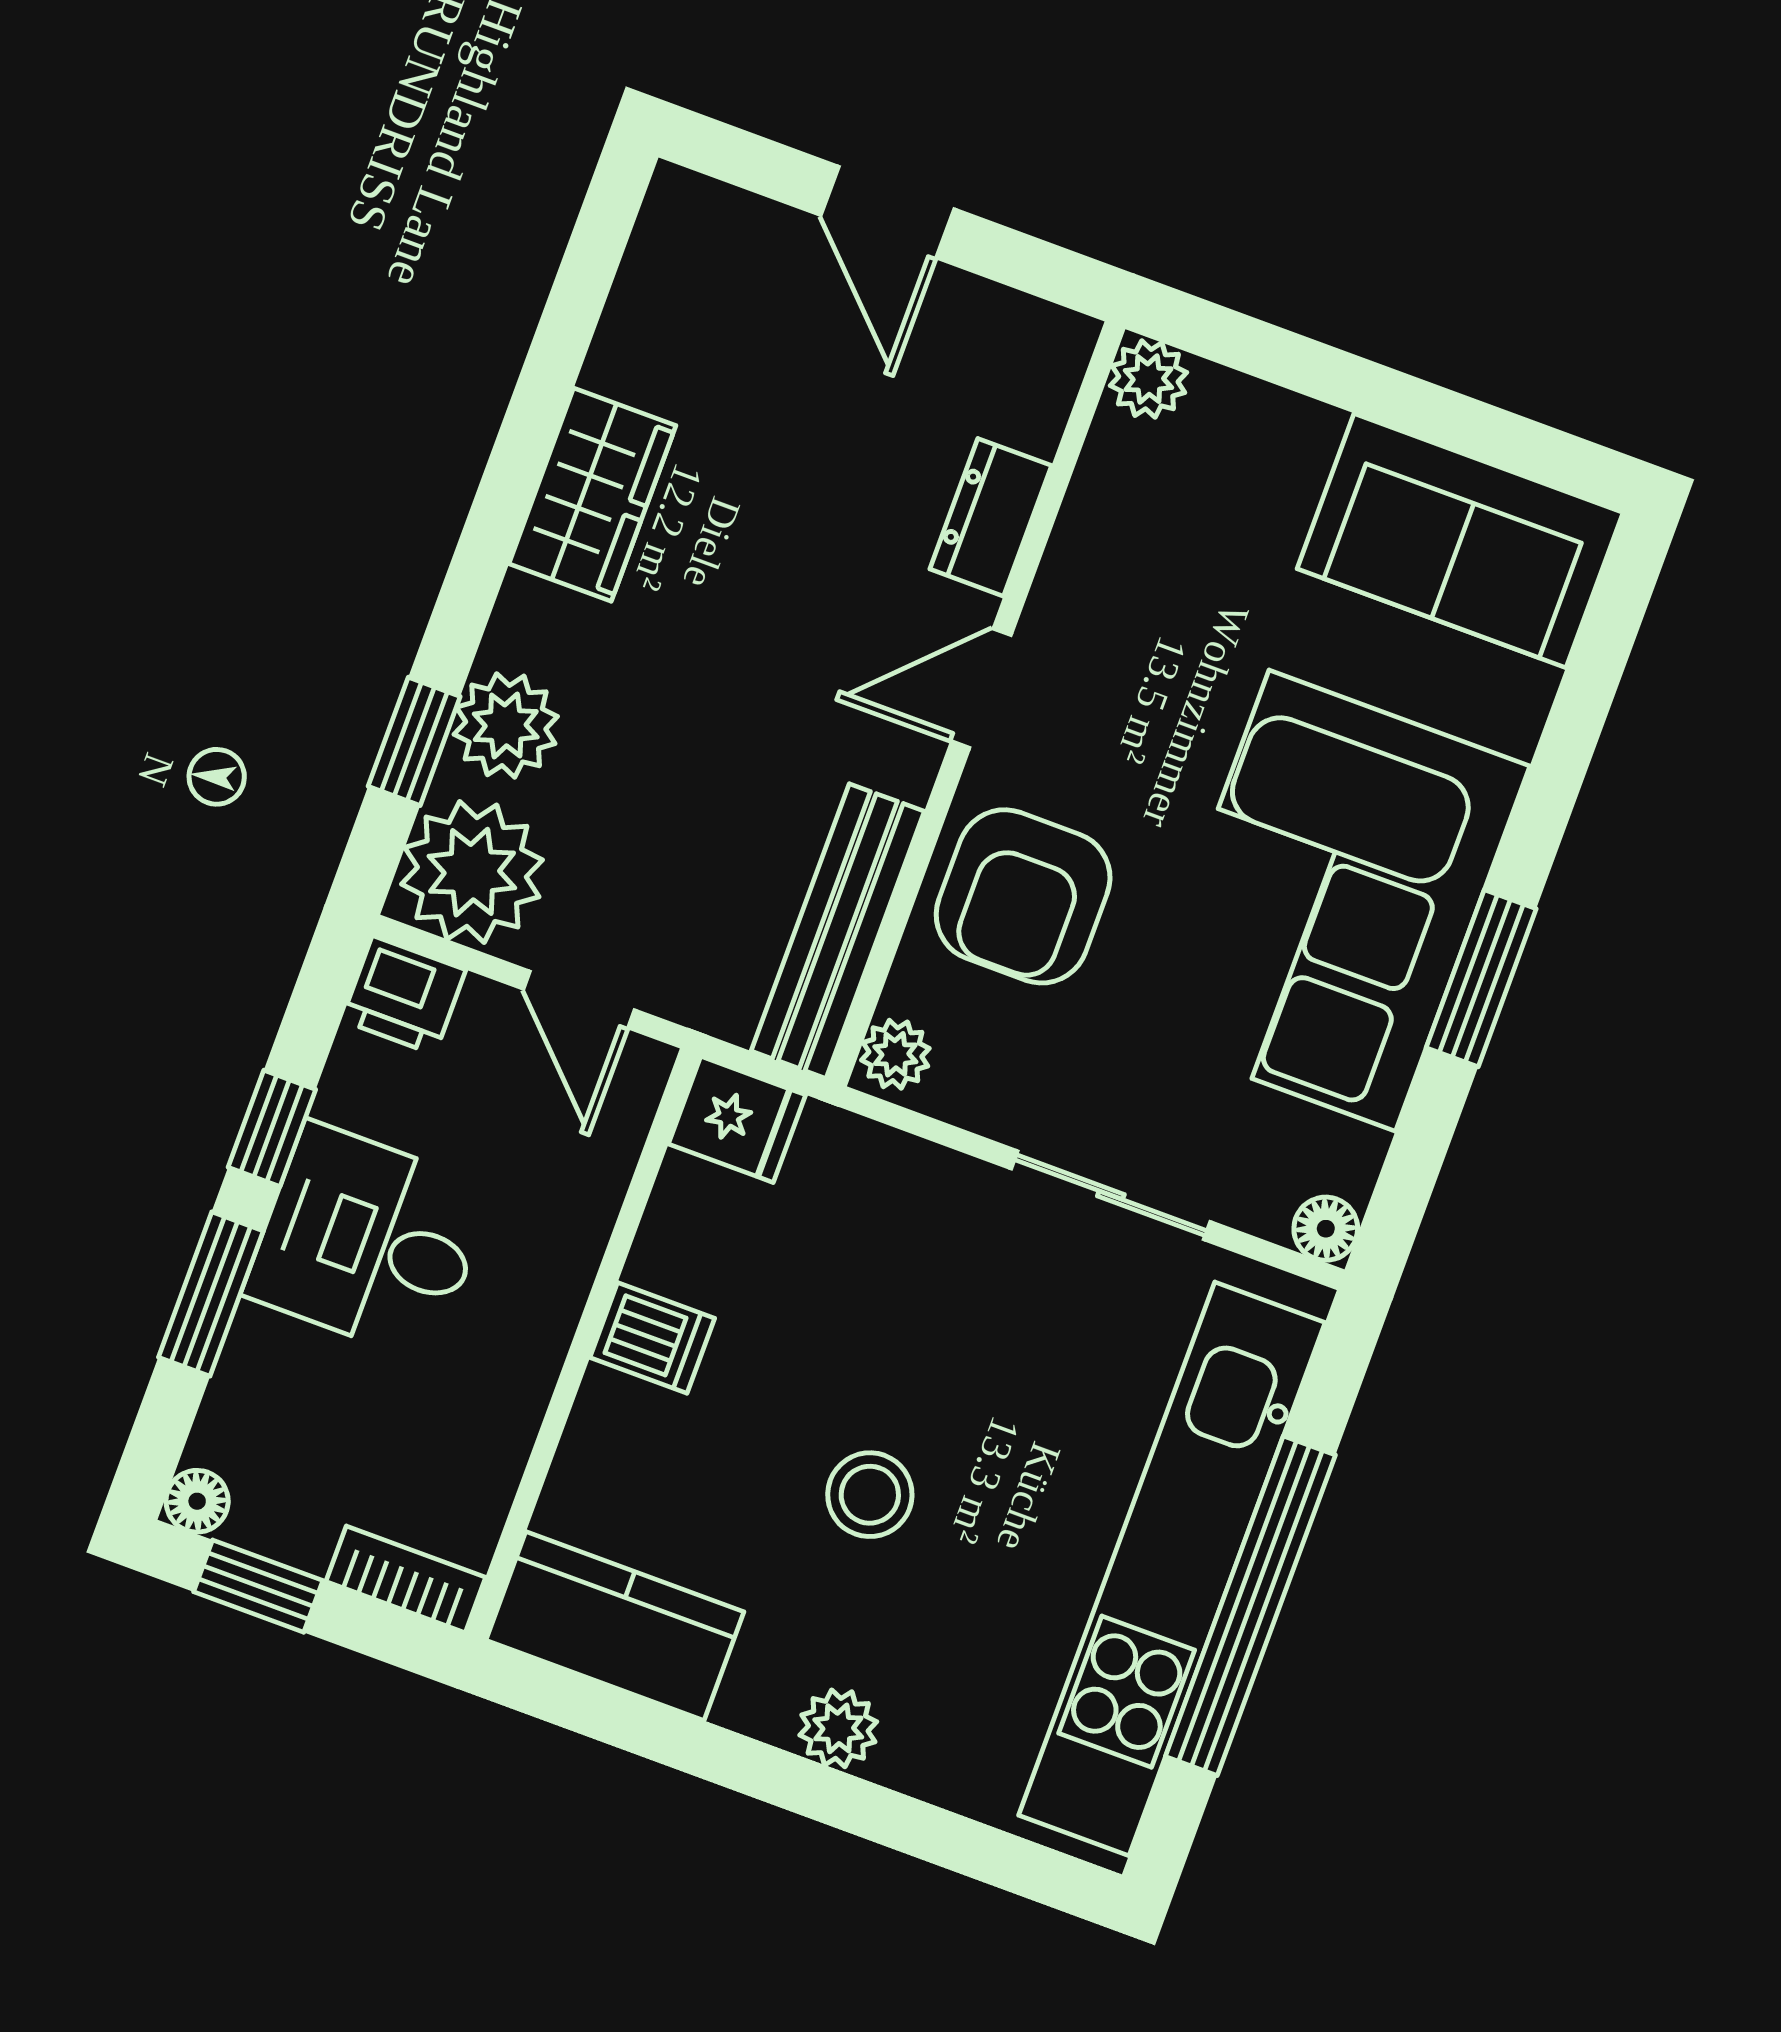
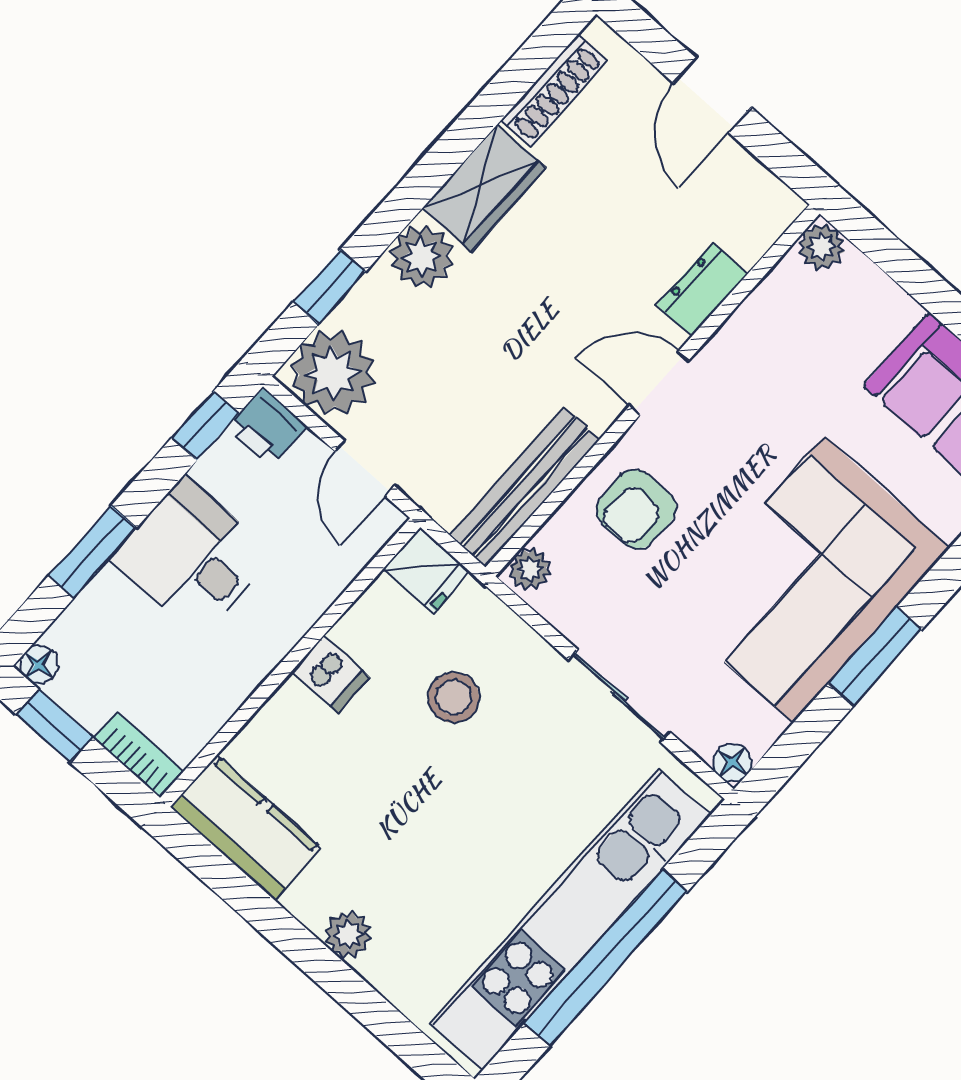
shoe rack: (641, 301) -> (554, 90), added
plant: (506, 725) -> (422, 257), moved
armchair: (1023, 896) -> (636, 509), width x0.72, depth x0.72
window: (272, 1128) -> (205, 426), moved
stool: (870, 1495) -> (454, 698), moved

